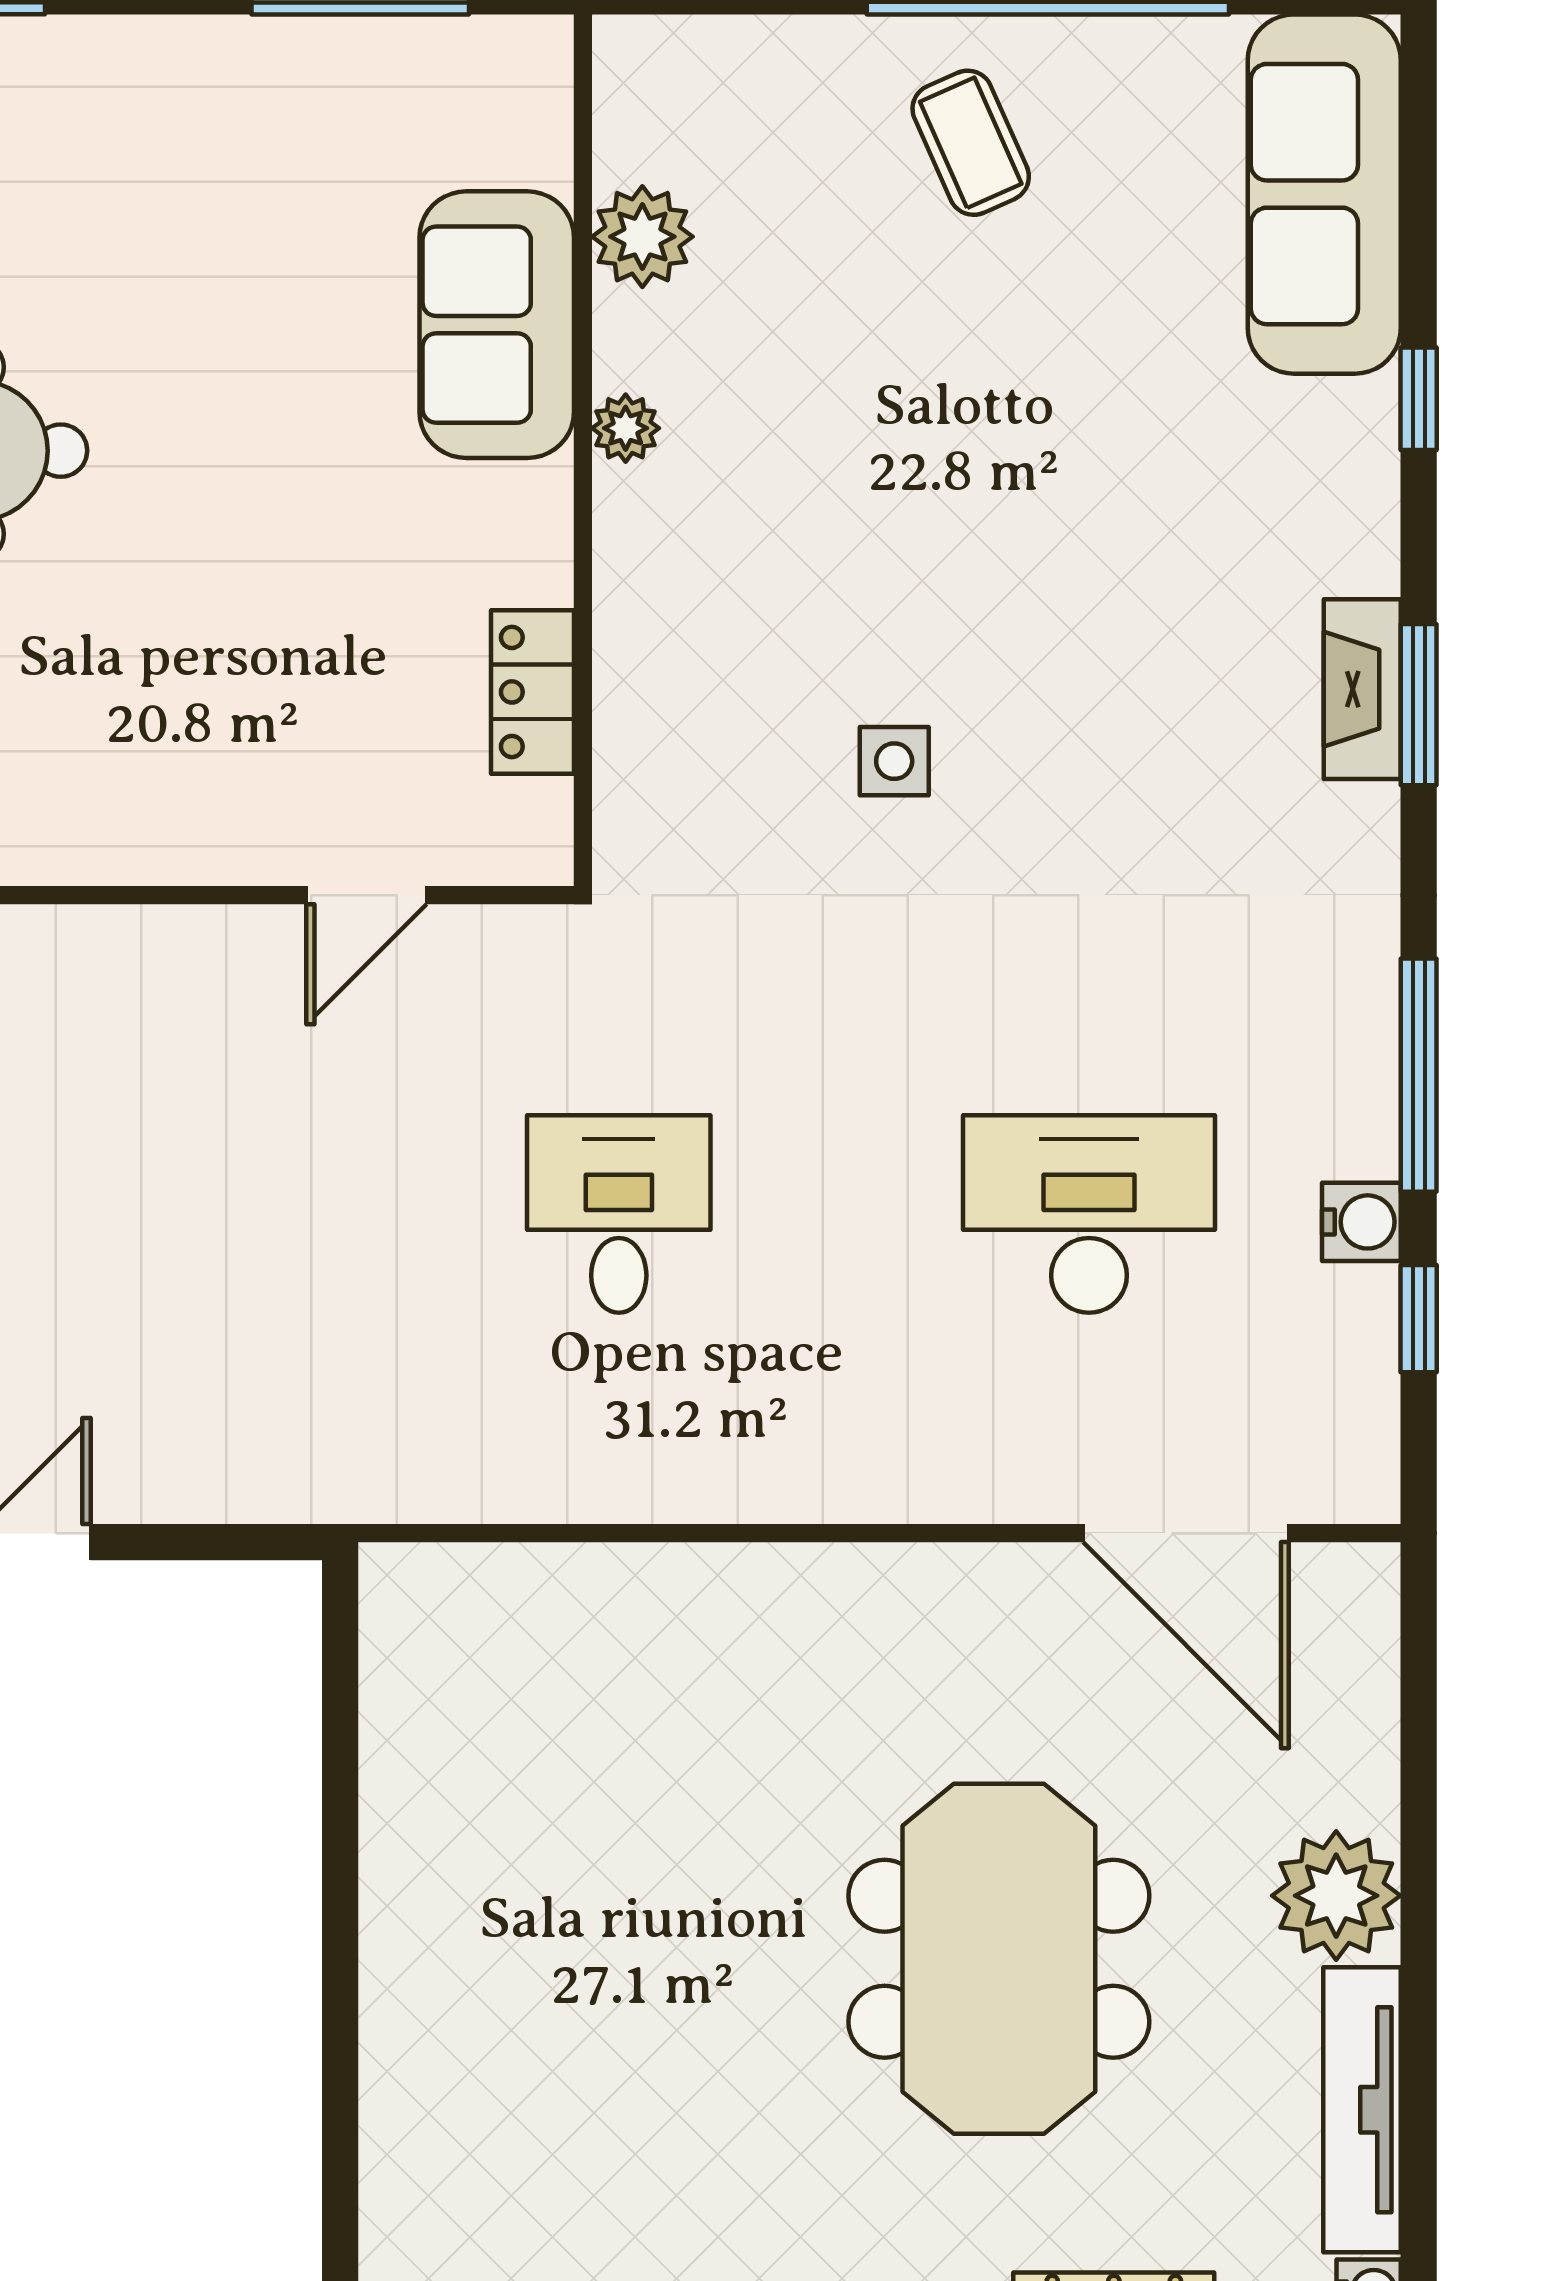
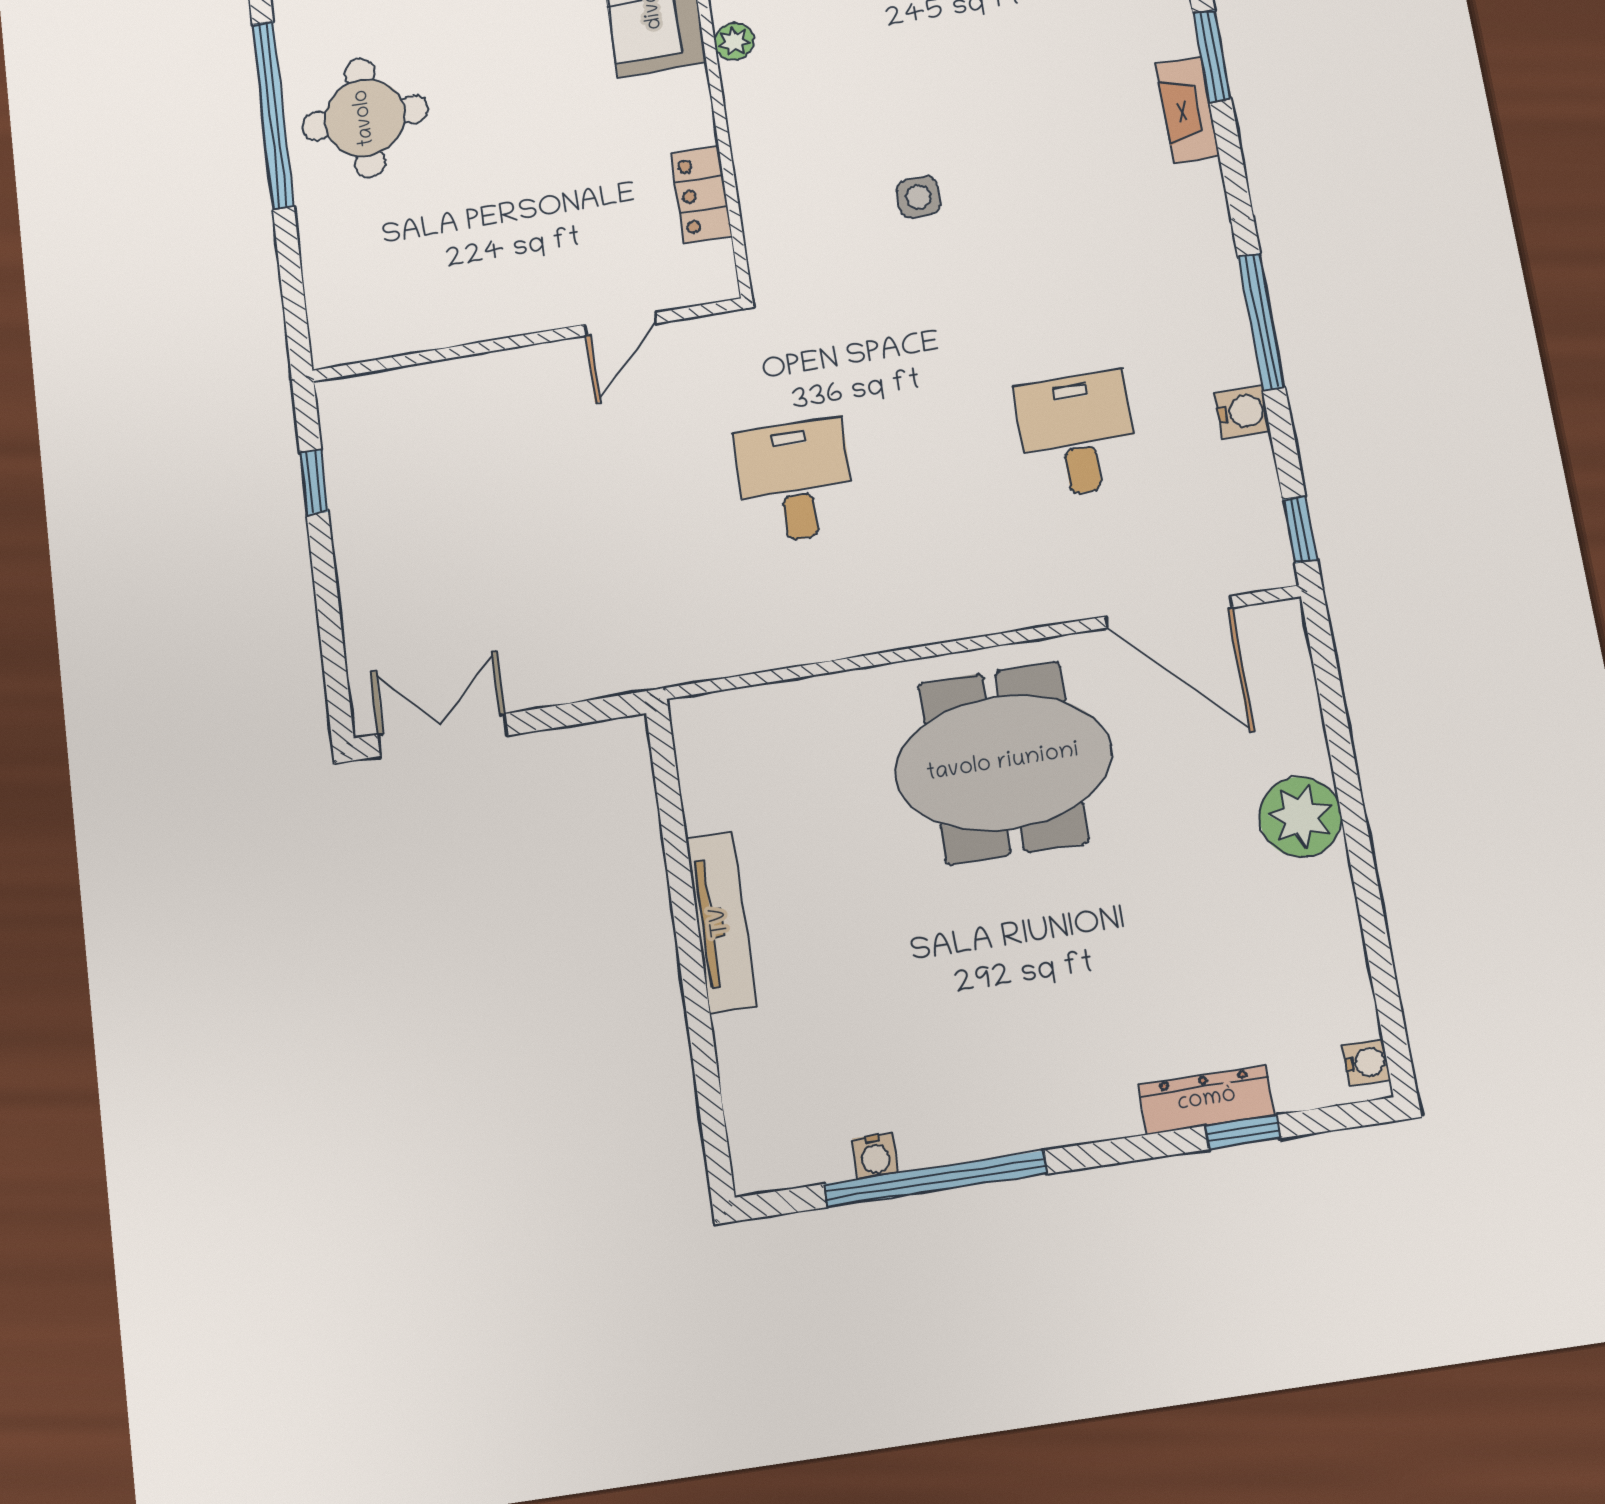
window: (1419, 705) -> (1212, 56), moved
desk: (1089, 1214) -> (1077, 434), width x0.73
window: (1419, 1319) -> (1300, 529), moved
meeting table: (999, 1959) -> (1003, 763), moved, turned 90
tv unit: (1362, 2110) -> (721, 922), moved, turned 180

